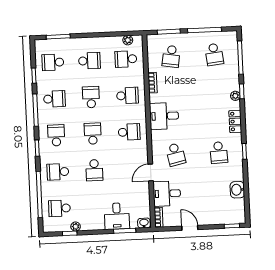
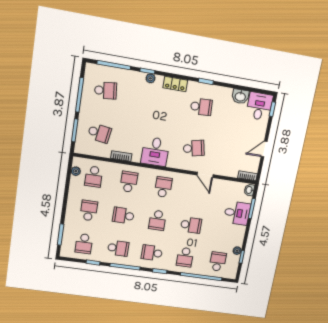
school desk: (54, 99) -> (118, 248), turned 90
school desk: (93, 134) -> (157, 220), turned -90
desk: (167, 194) -> (259, 106), moved, turned 180
school desk: (59, 208) -> (218, 262), turned 180

